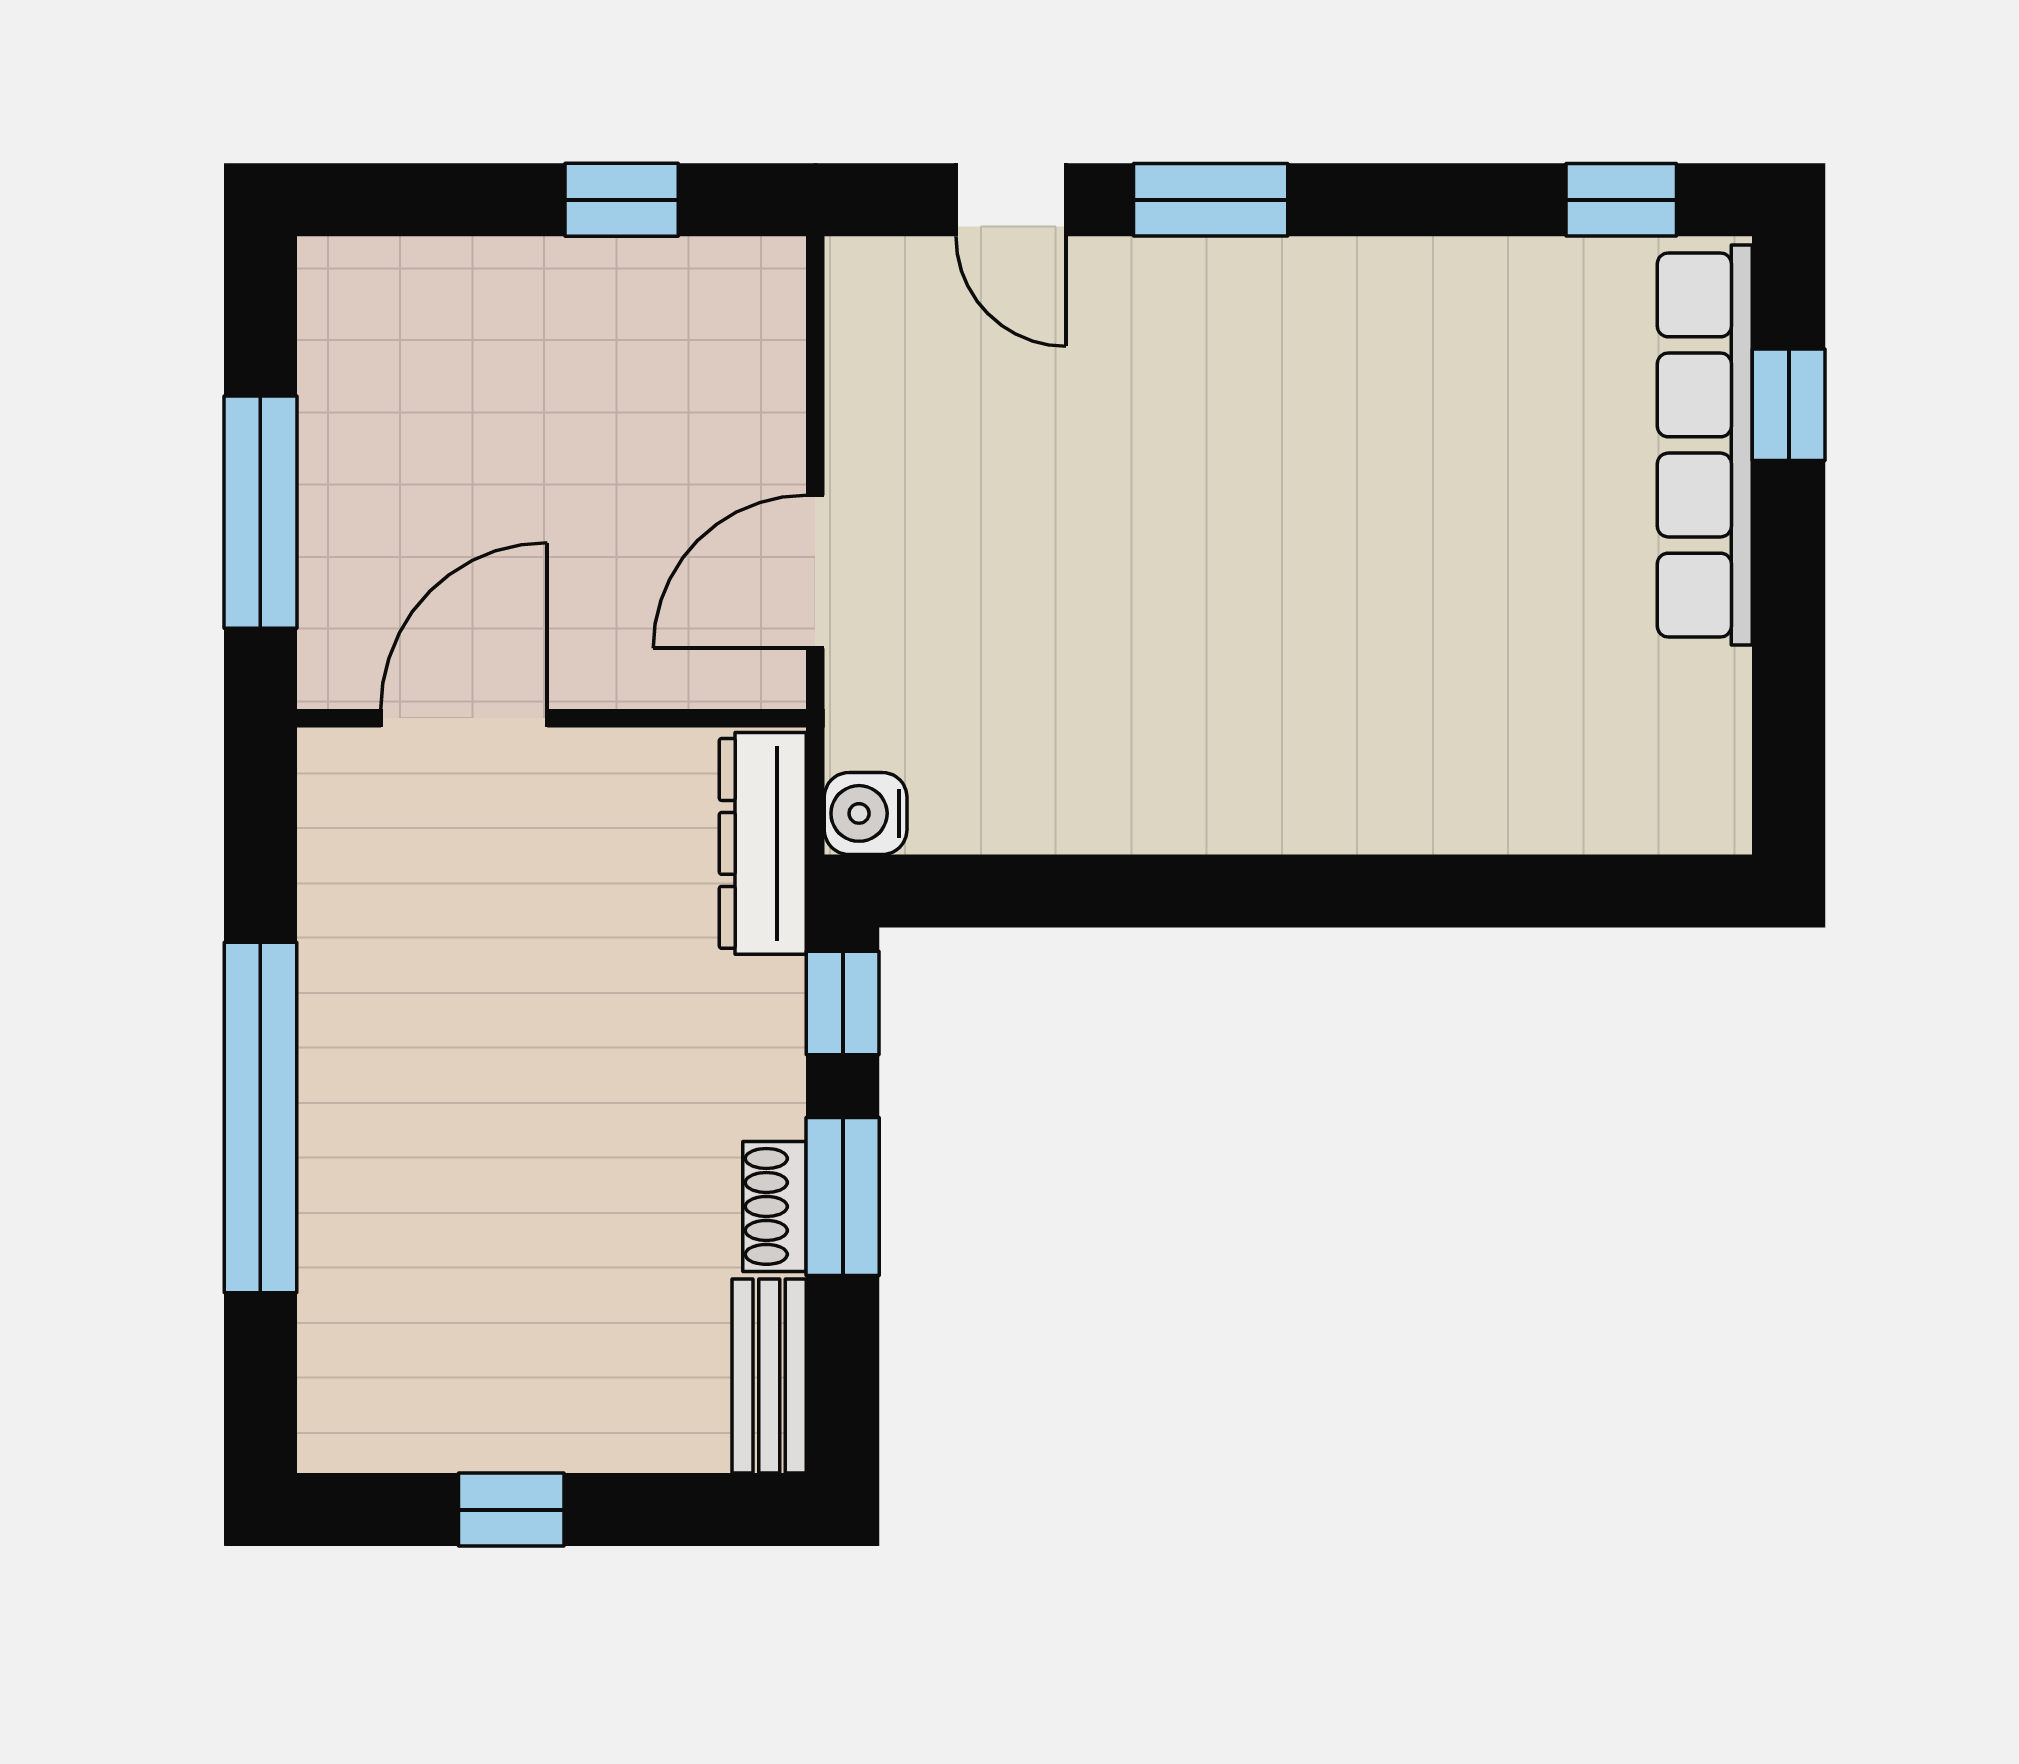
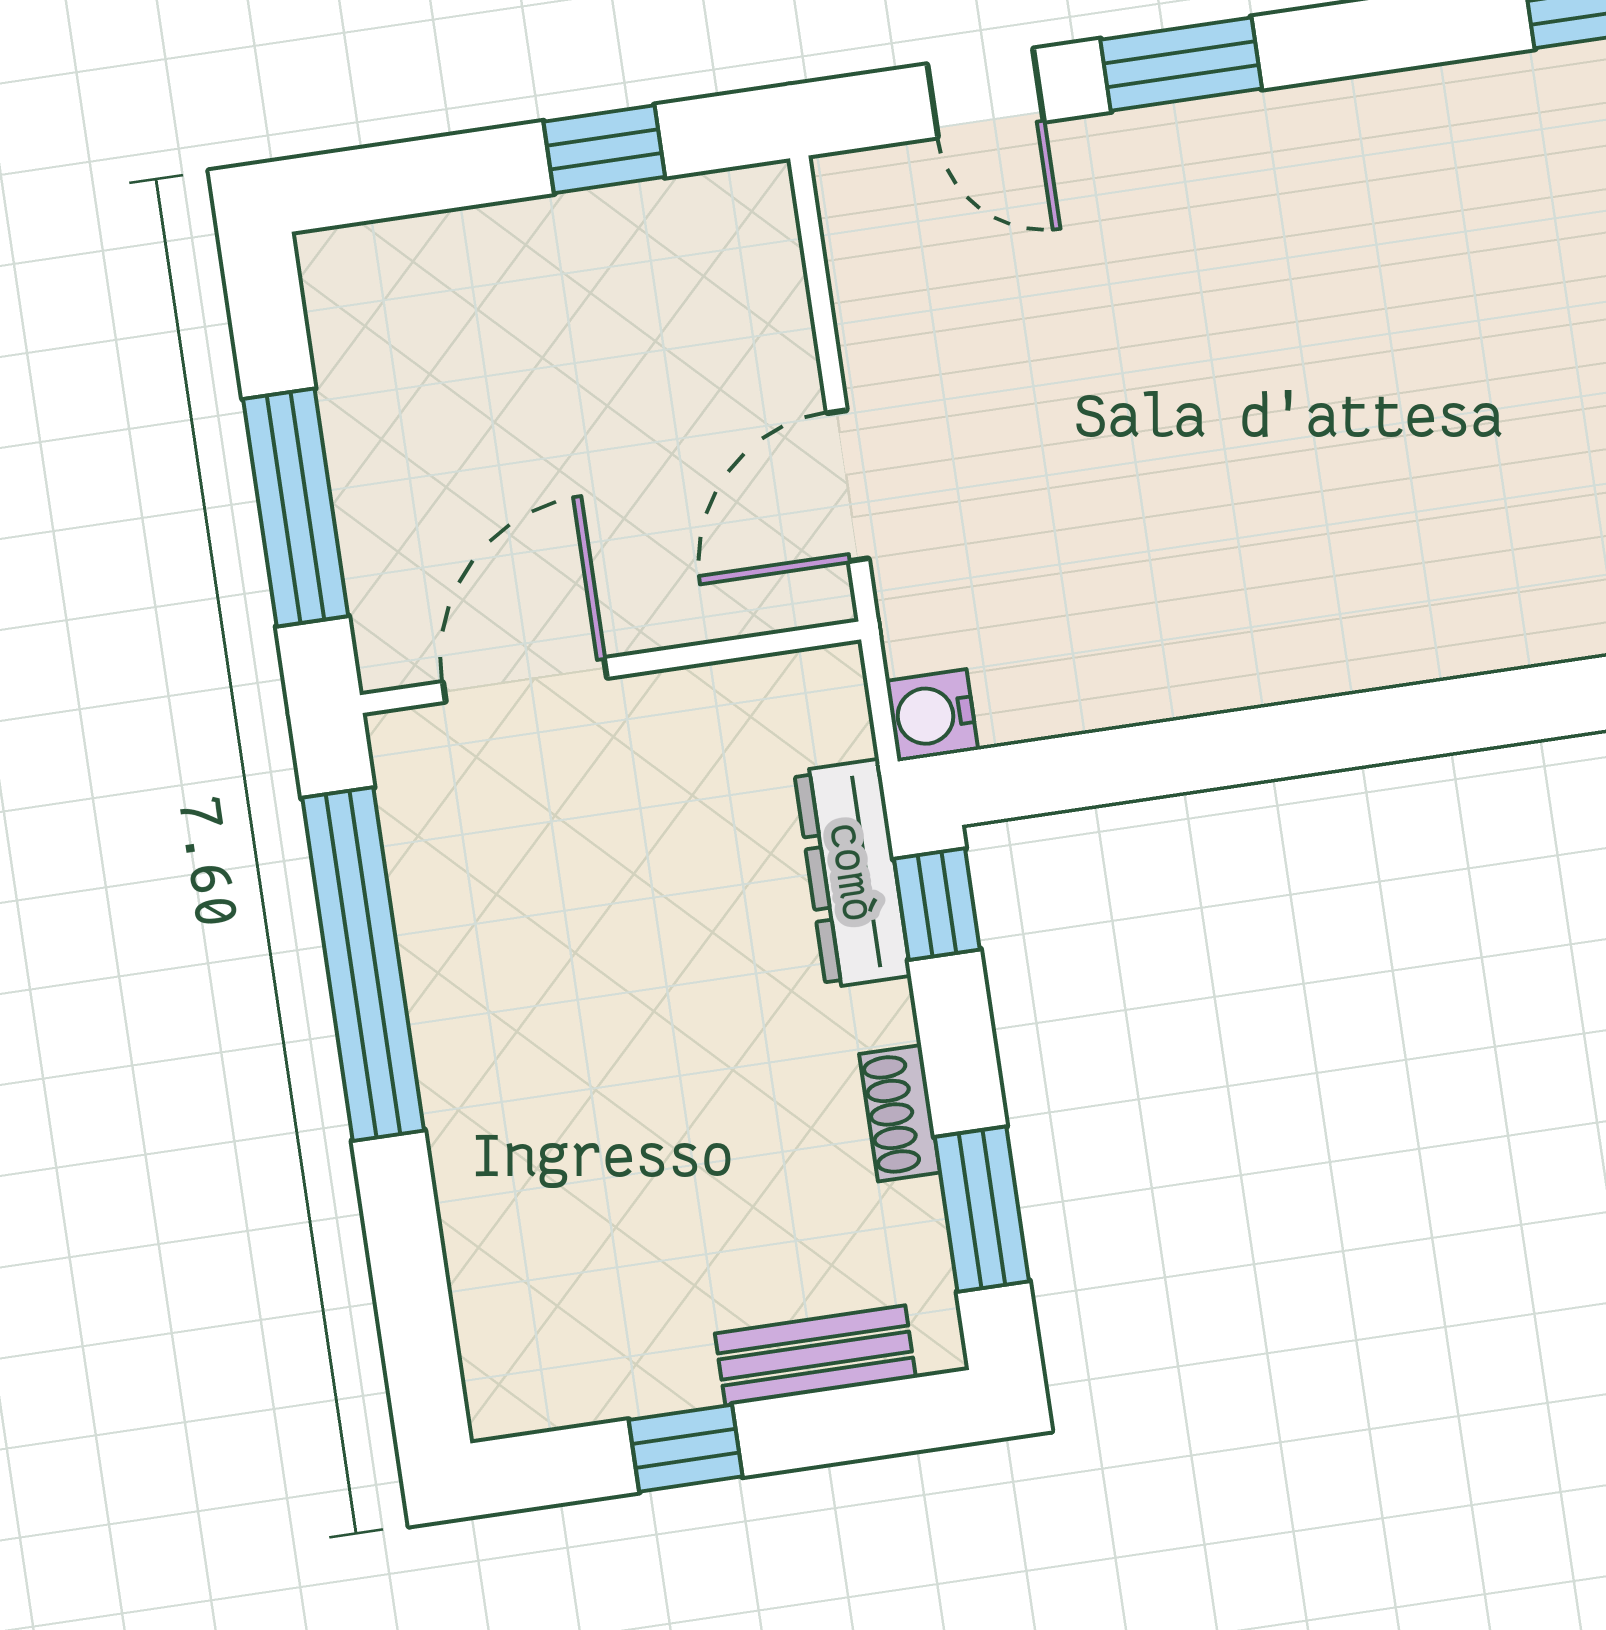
dresser: (763, 843) -> (852, 873), moved
window: (260, 1117) -> (363, 964), moved
window: (843, 1196) -> (982, 1209), moved
bench: (769, 1376) -> (815, 1356), moved, turned 90

